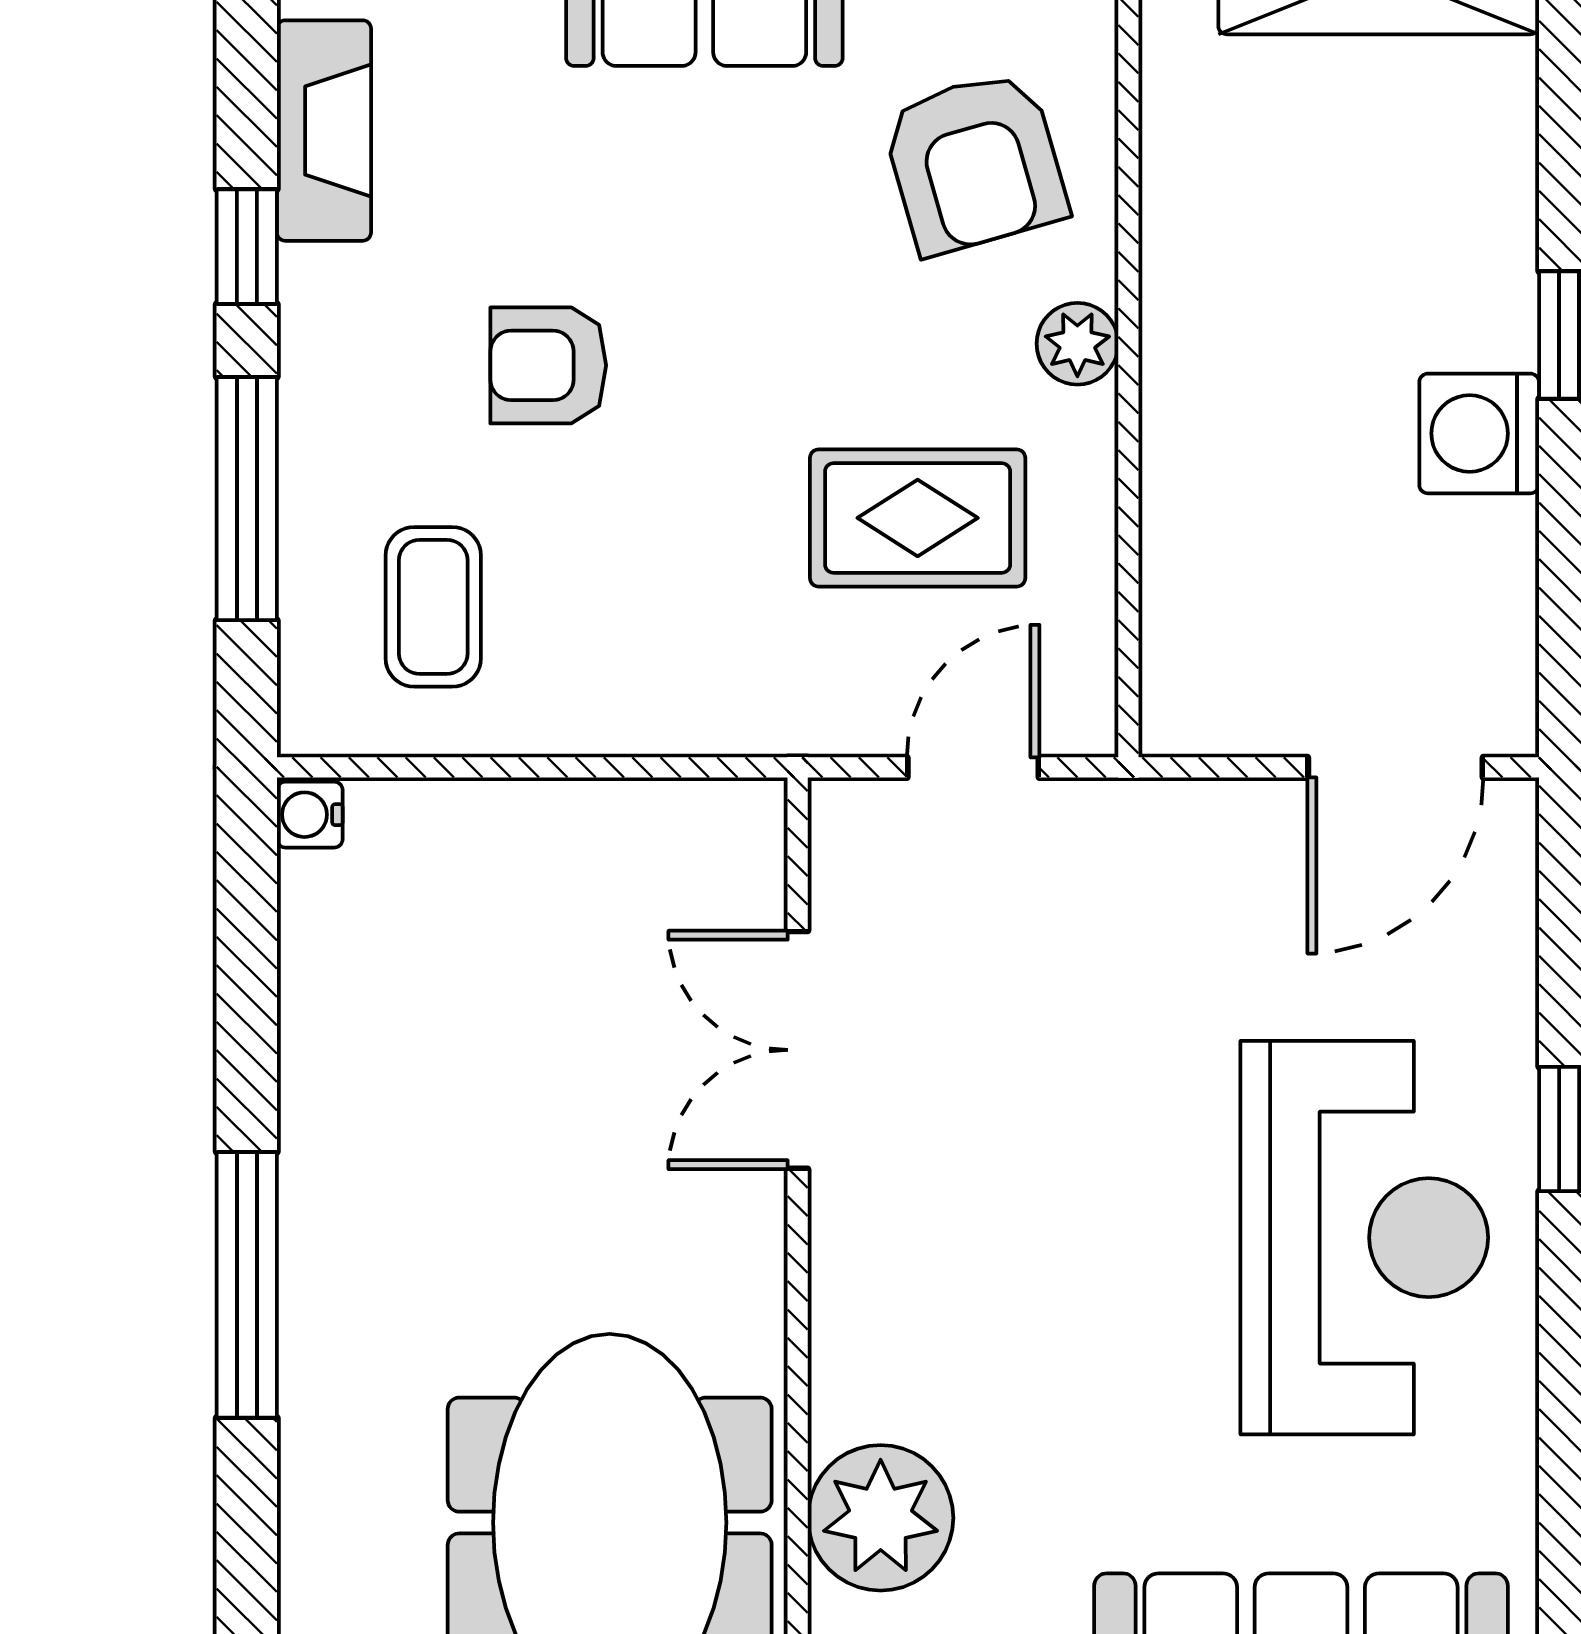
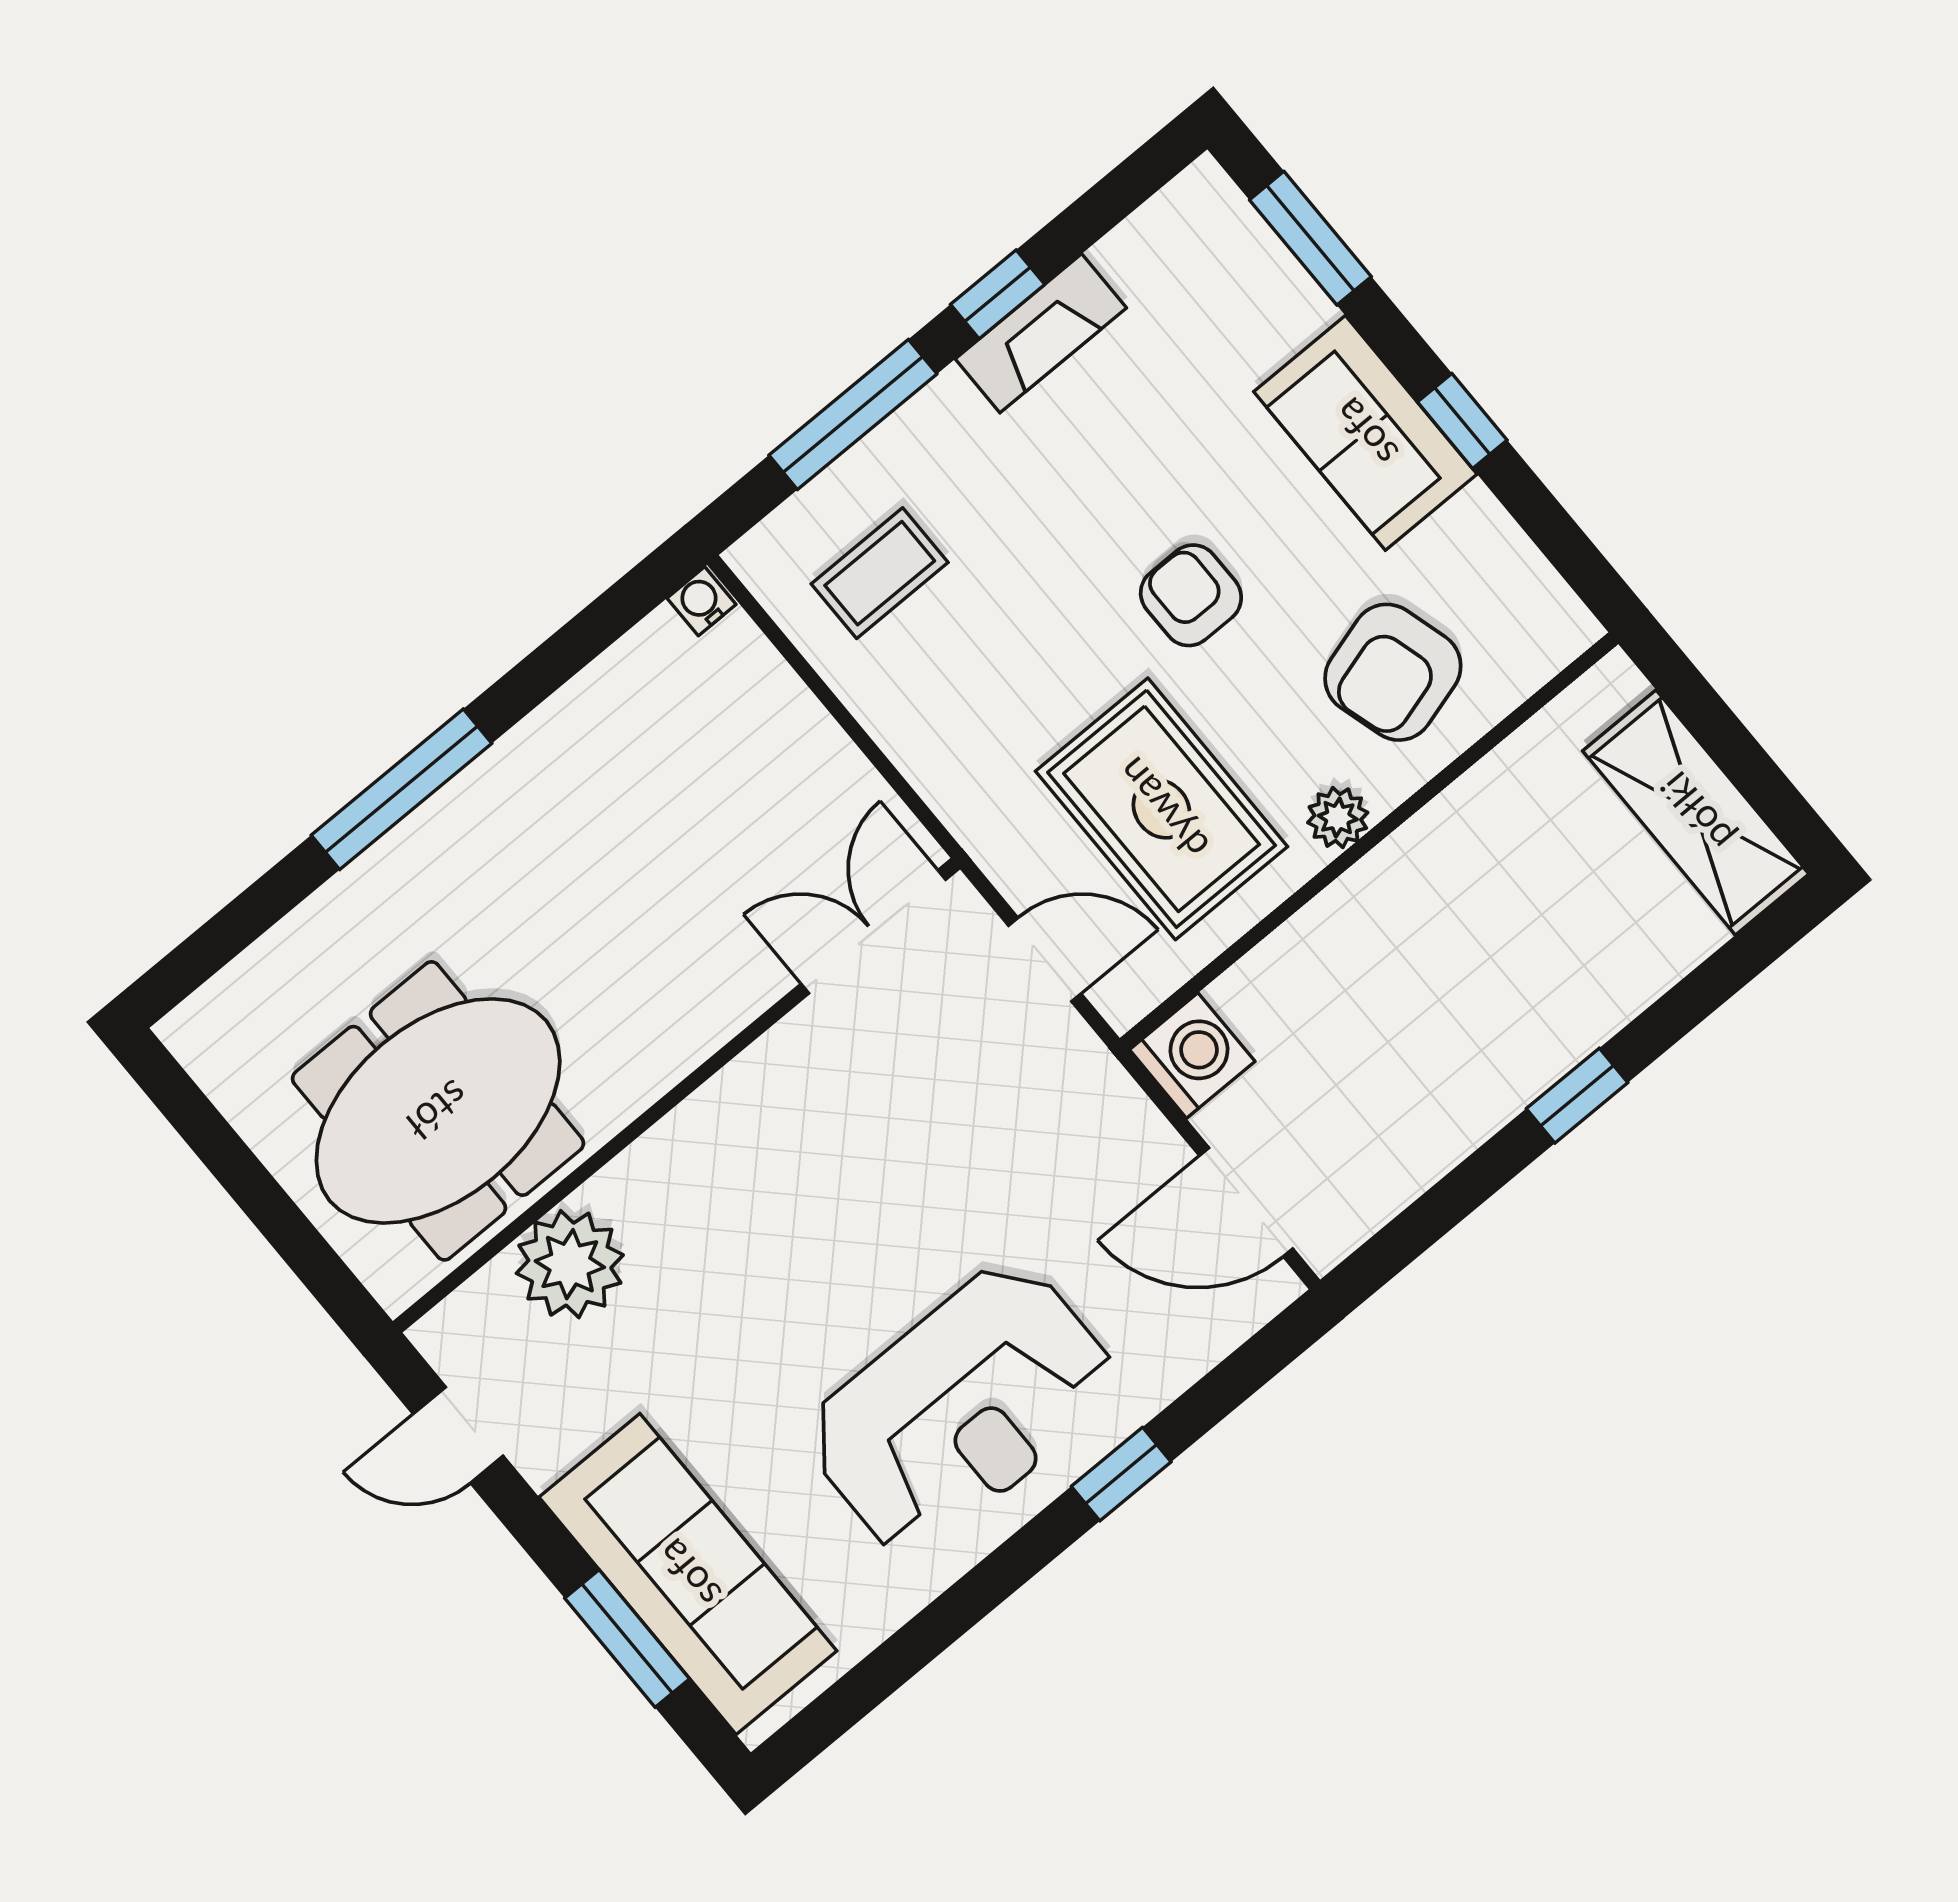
fireplace: (324, 131) -> (1041, 333), moved
armchair: (548, 365) -> (1191, 595), moved
washing machine: (1479, 433) -> (1192, 1056), moved, turned 90
rug: (918, 518) -> (1162, 809), width x1.36, depth x1.43
double door: (798, 1050) -> (873, 932), moved

